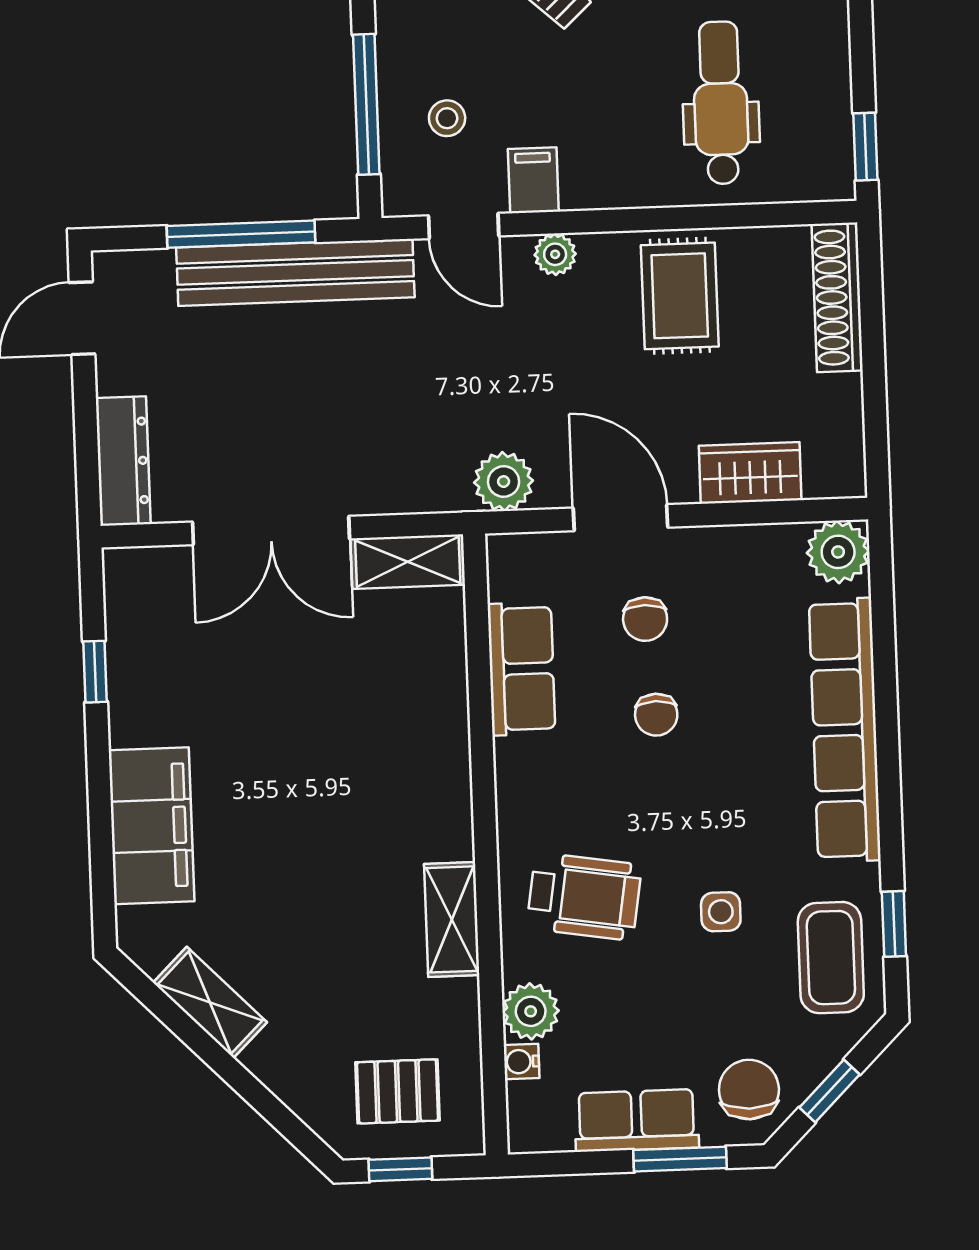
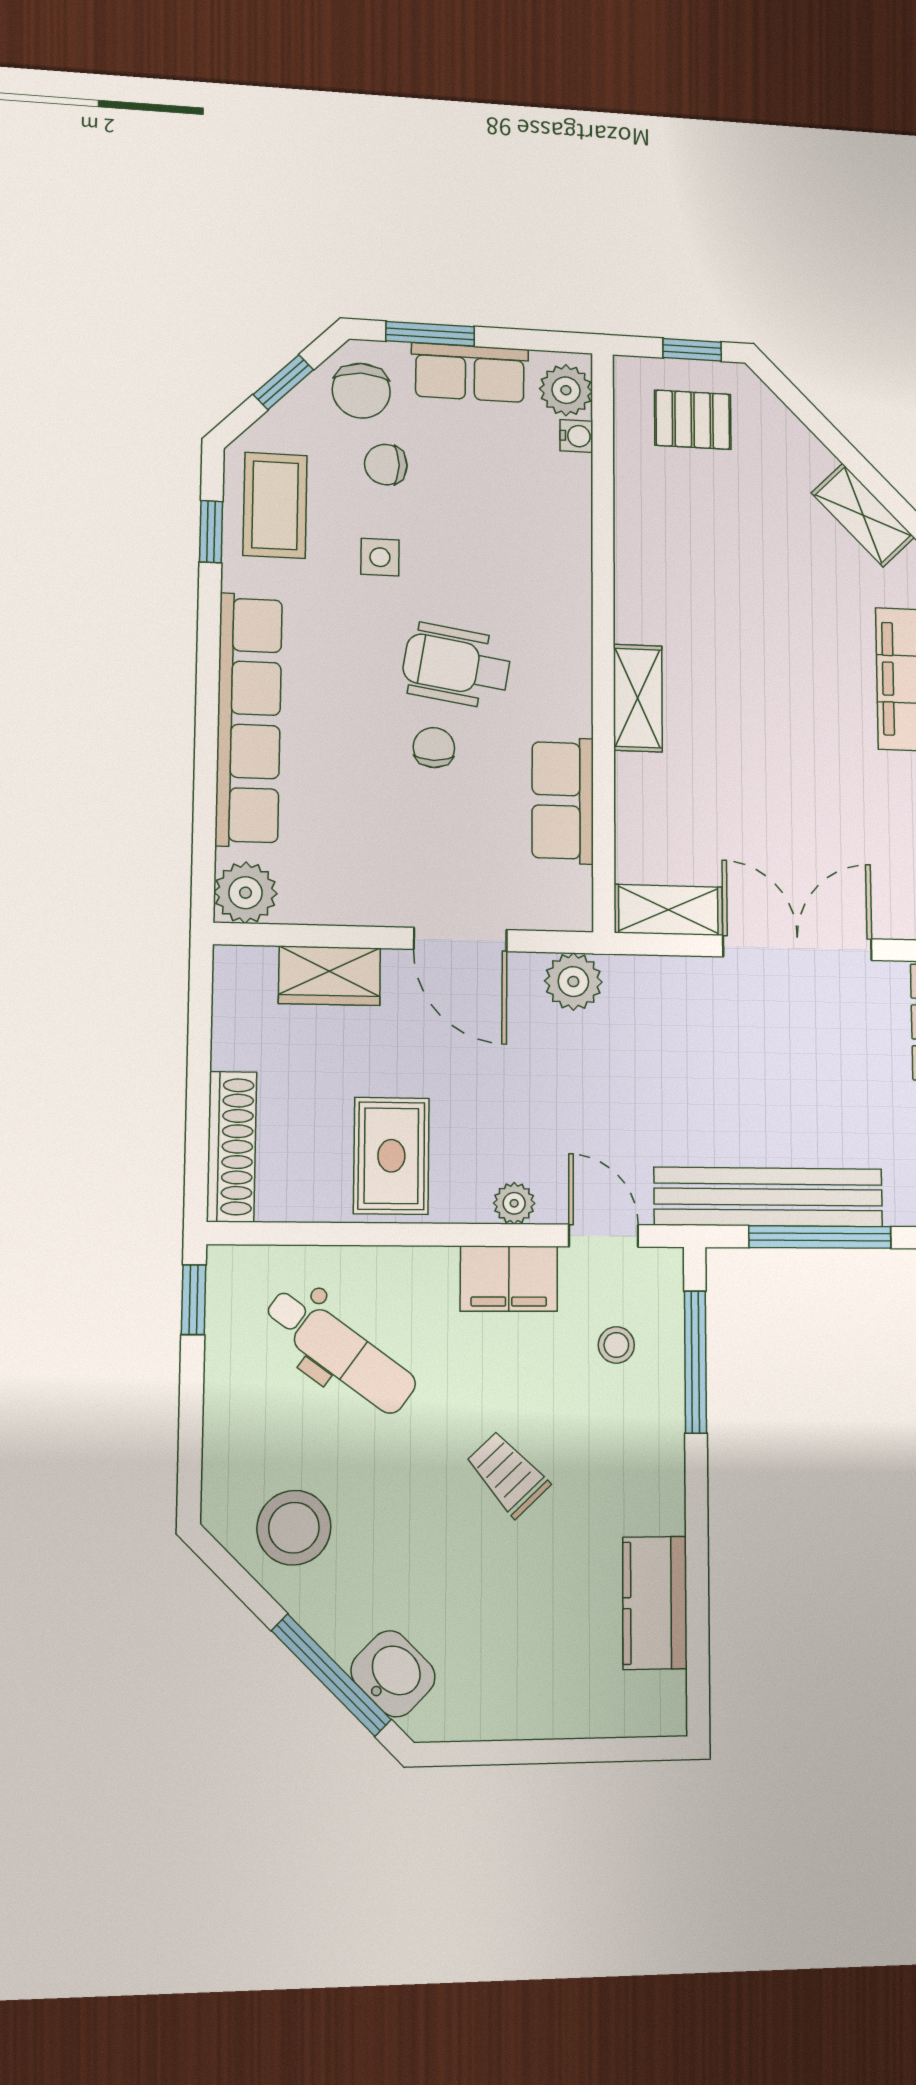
dental chair: (721, 103) -> (340, 1351), turned -54
filing cabinet: (533, 180) -> (509, 1279), width x2.00
chair: (645, 619) -> (386, 465), moved, turned -90
wheelchair: (584, 896) -> (456, 666), moved
shelving: (452, 919) -> (638, 698), moved
plant: (531, 1011) -> (566, 390), moved

